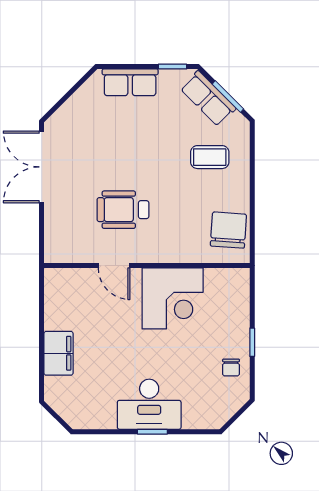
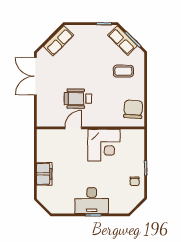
row of seats: (130, 82) -> (59, 41), moved, turned -45
door: (114, 266) -> (73, 128), swing flipped

